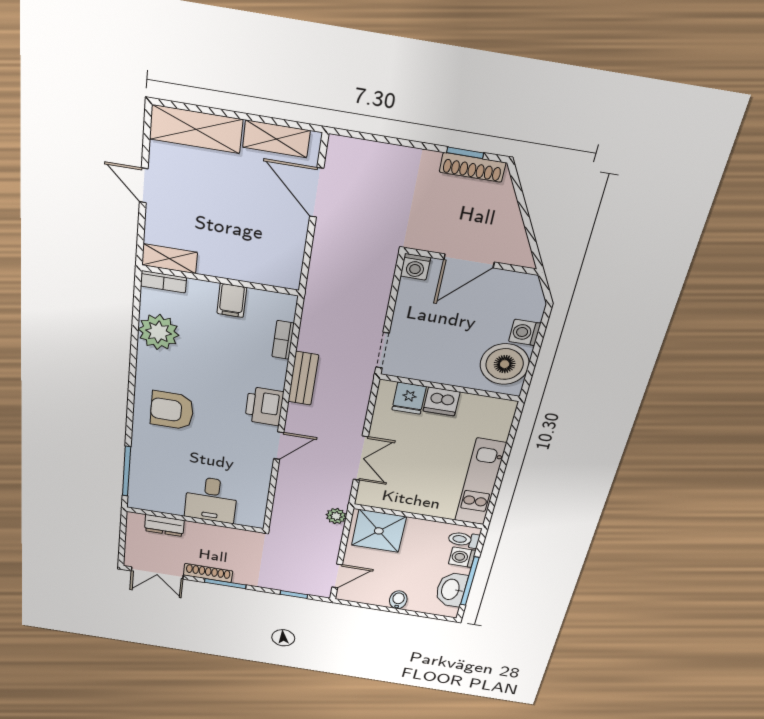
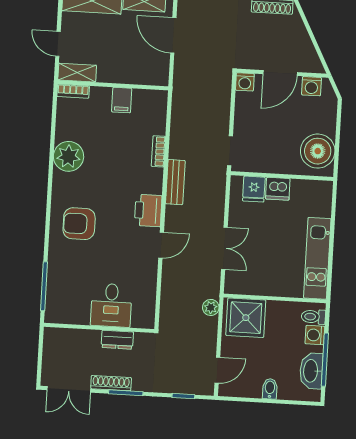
shelving: (169, 259) -> (77, 73), moved
wall: (220, 280) -> (113, 85), moved
bookcase: (163, 282) -> (73, 91), moved
filing cabinet: (232, 300) -> (122, 100), moved
washing machine: (525, 332) -> (311, 86), moved, turned -90
dresser: (164, 526) -> (117, 340), moved

